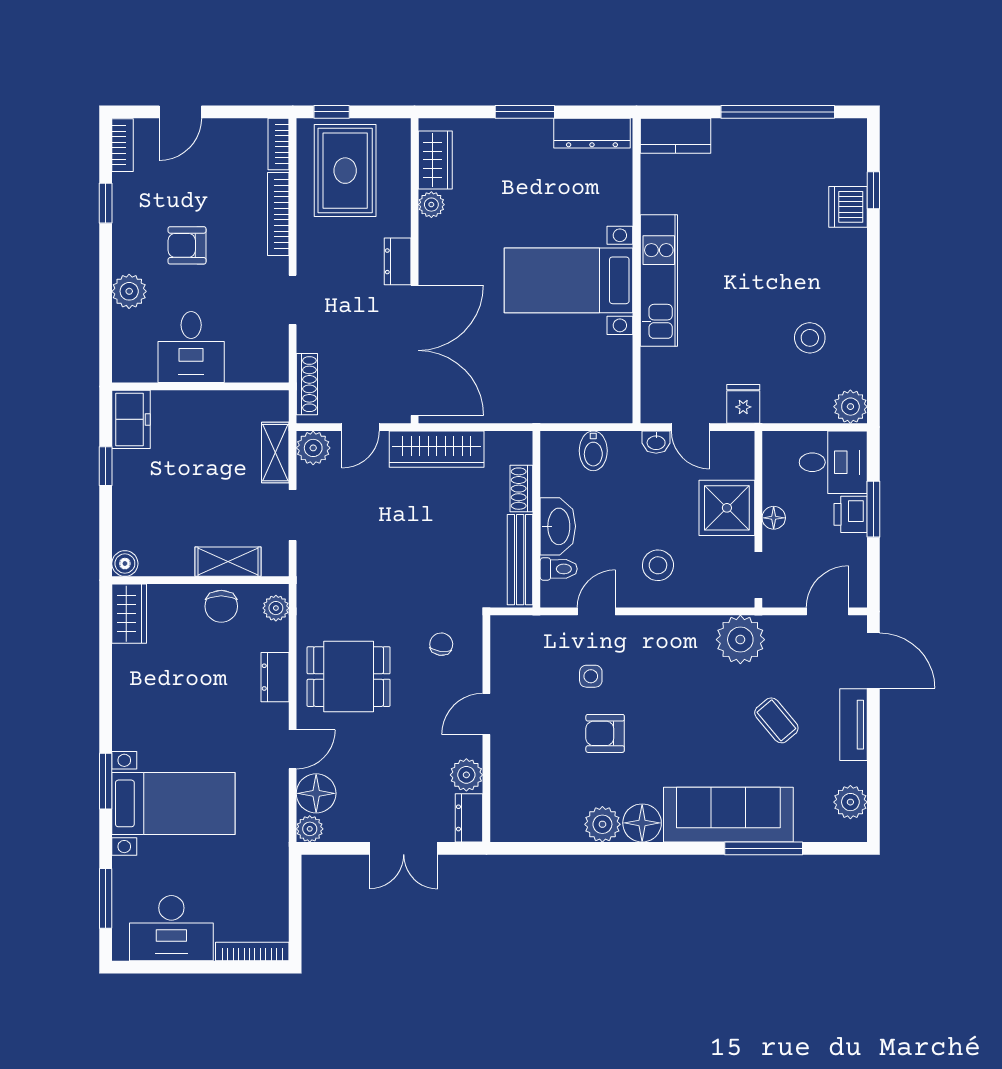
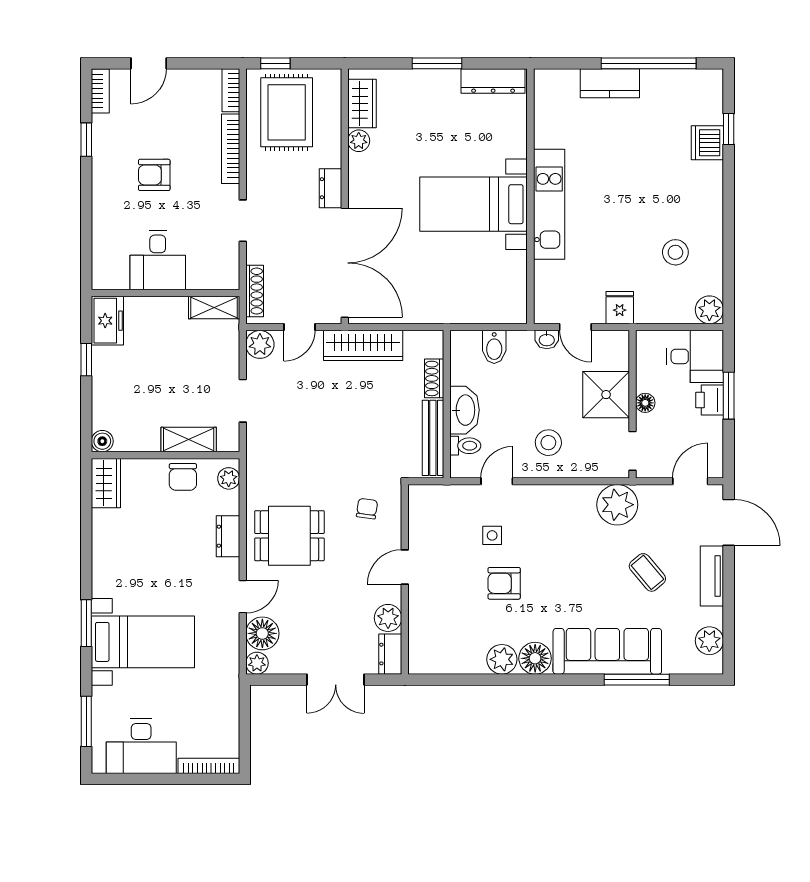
kitchen counter: (675, 136) -> (610, 83), moved
plant: (129, 291) -> (106, 213), removed
shelving: (275, 453) -> (214, 308), moved, turned 90

